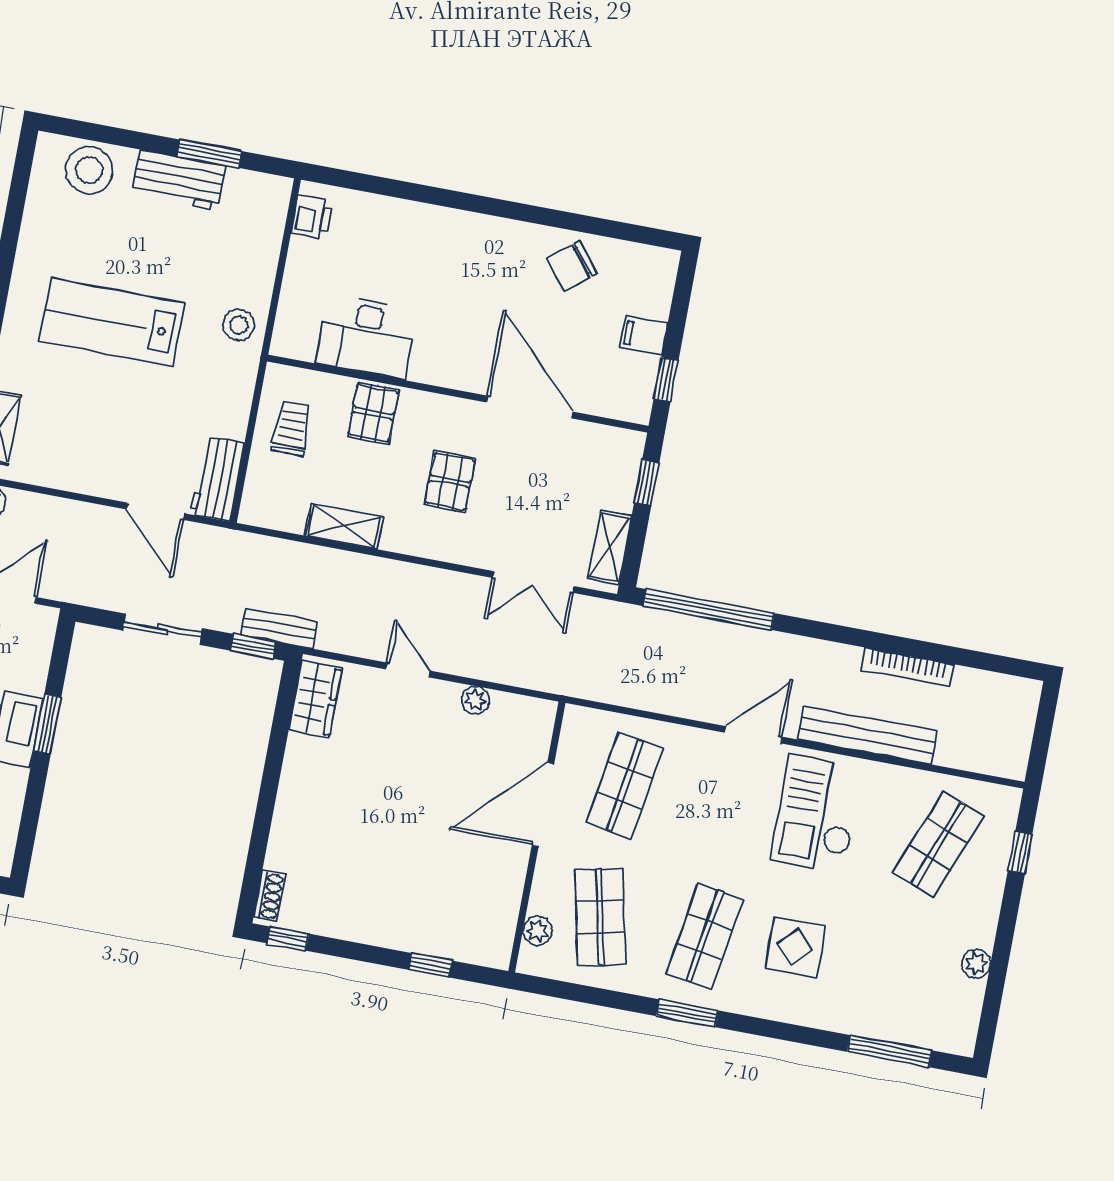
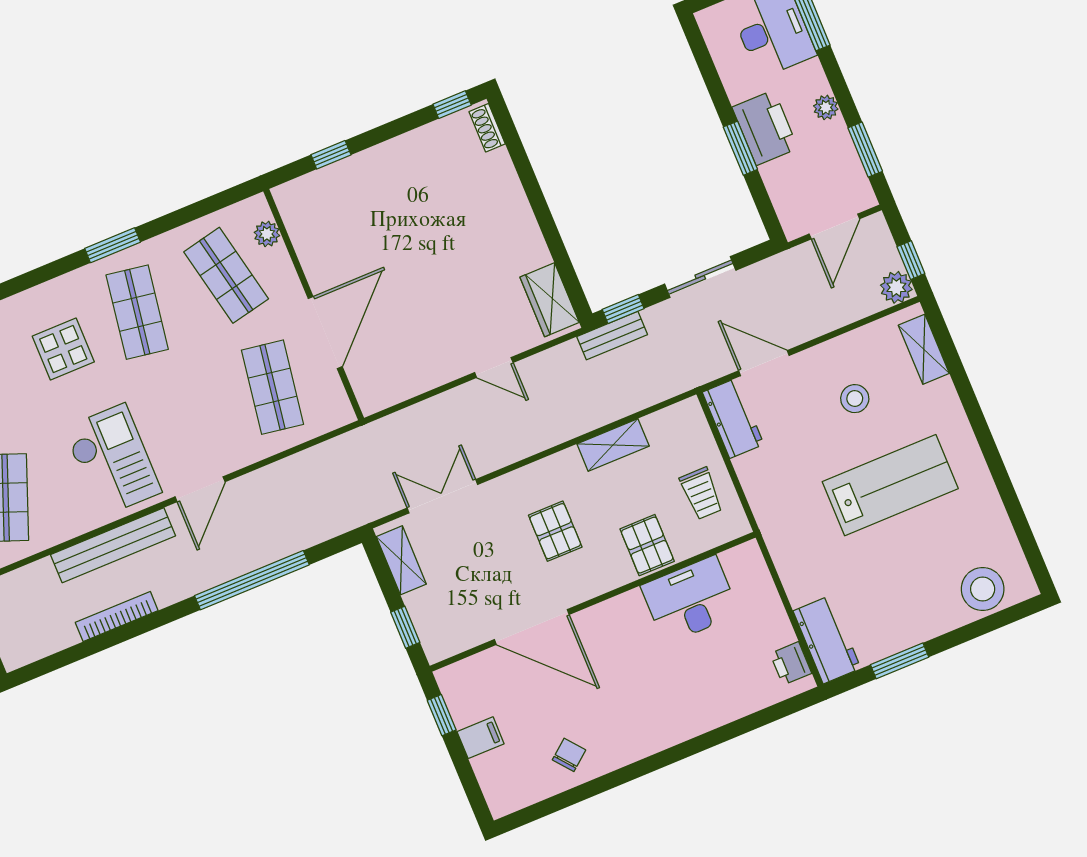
workbench: (178, 180) -> (827, 640), moved, turned 90
chair: (572, 266) -> (569, 755), width x0.73, depth x0.73
stool: (239, 325) -> (855, 399), moved
window: (709, 610) -> (252, 580), moved
plant: (475, 700) -> (428, 378), removed

